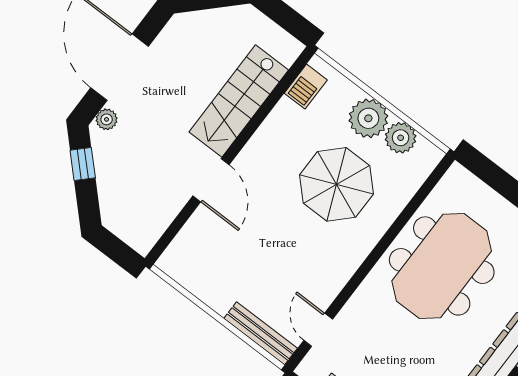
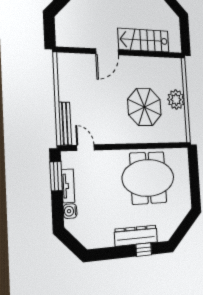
barbecue: (306, 87) -> (168, 64), removed
plant: (401, 138) -> (179, 119), removed
door: (318, 330) -> (86, 148), hinge flipped

